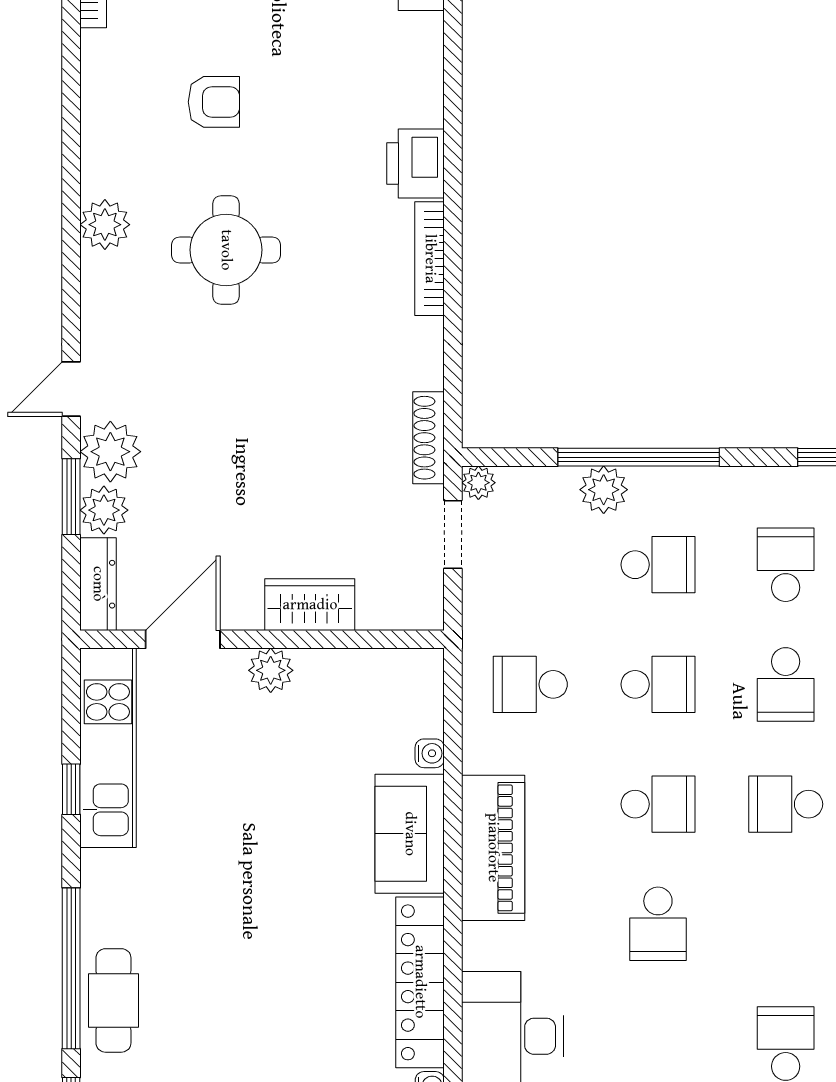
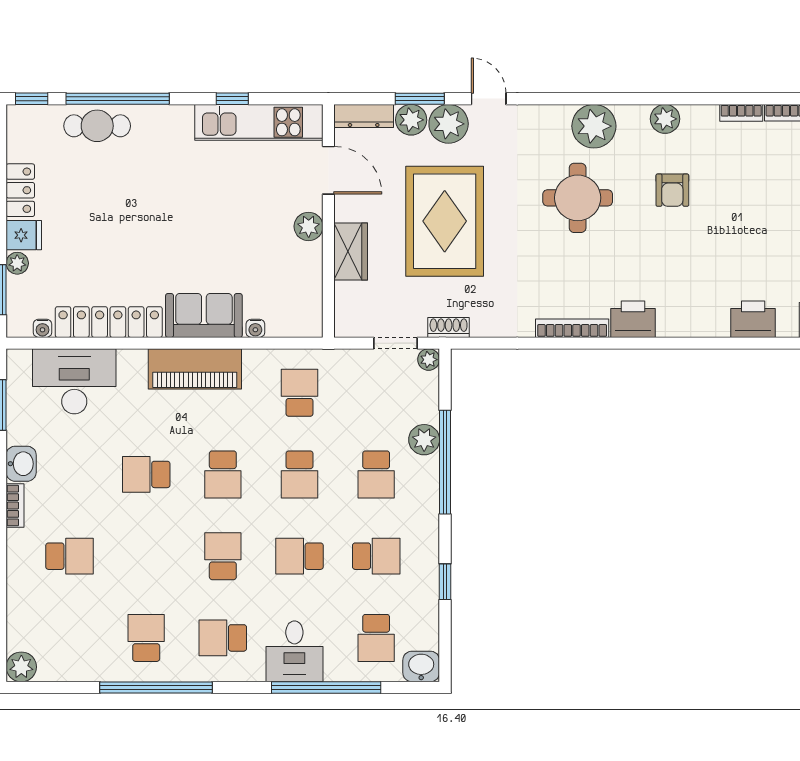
plant: (103, 113) -> (665, 119), added
plant: (105, 225) -> (594, 126), width x1.36, depth x1.36
shoe rack: (429, 438) -> (449, 328), width x0.70
rug: (262, 458) -> (445, 221), added

